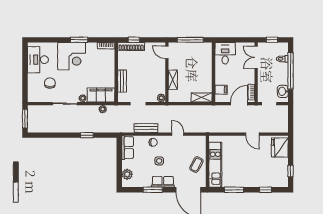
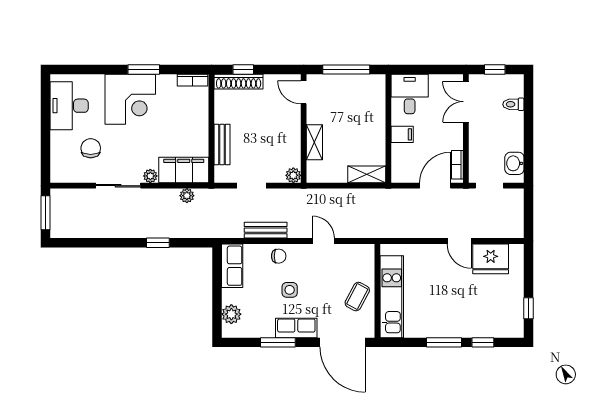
window: (291, 71) -> (529, 126), removed
filing cabinet: (221, 90) -> (402, 134), moved
fridge: (280, 147) -> (491, 259), moved, turned -90
window: (234, 190) -> (444, 342), moved

